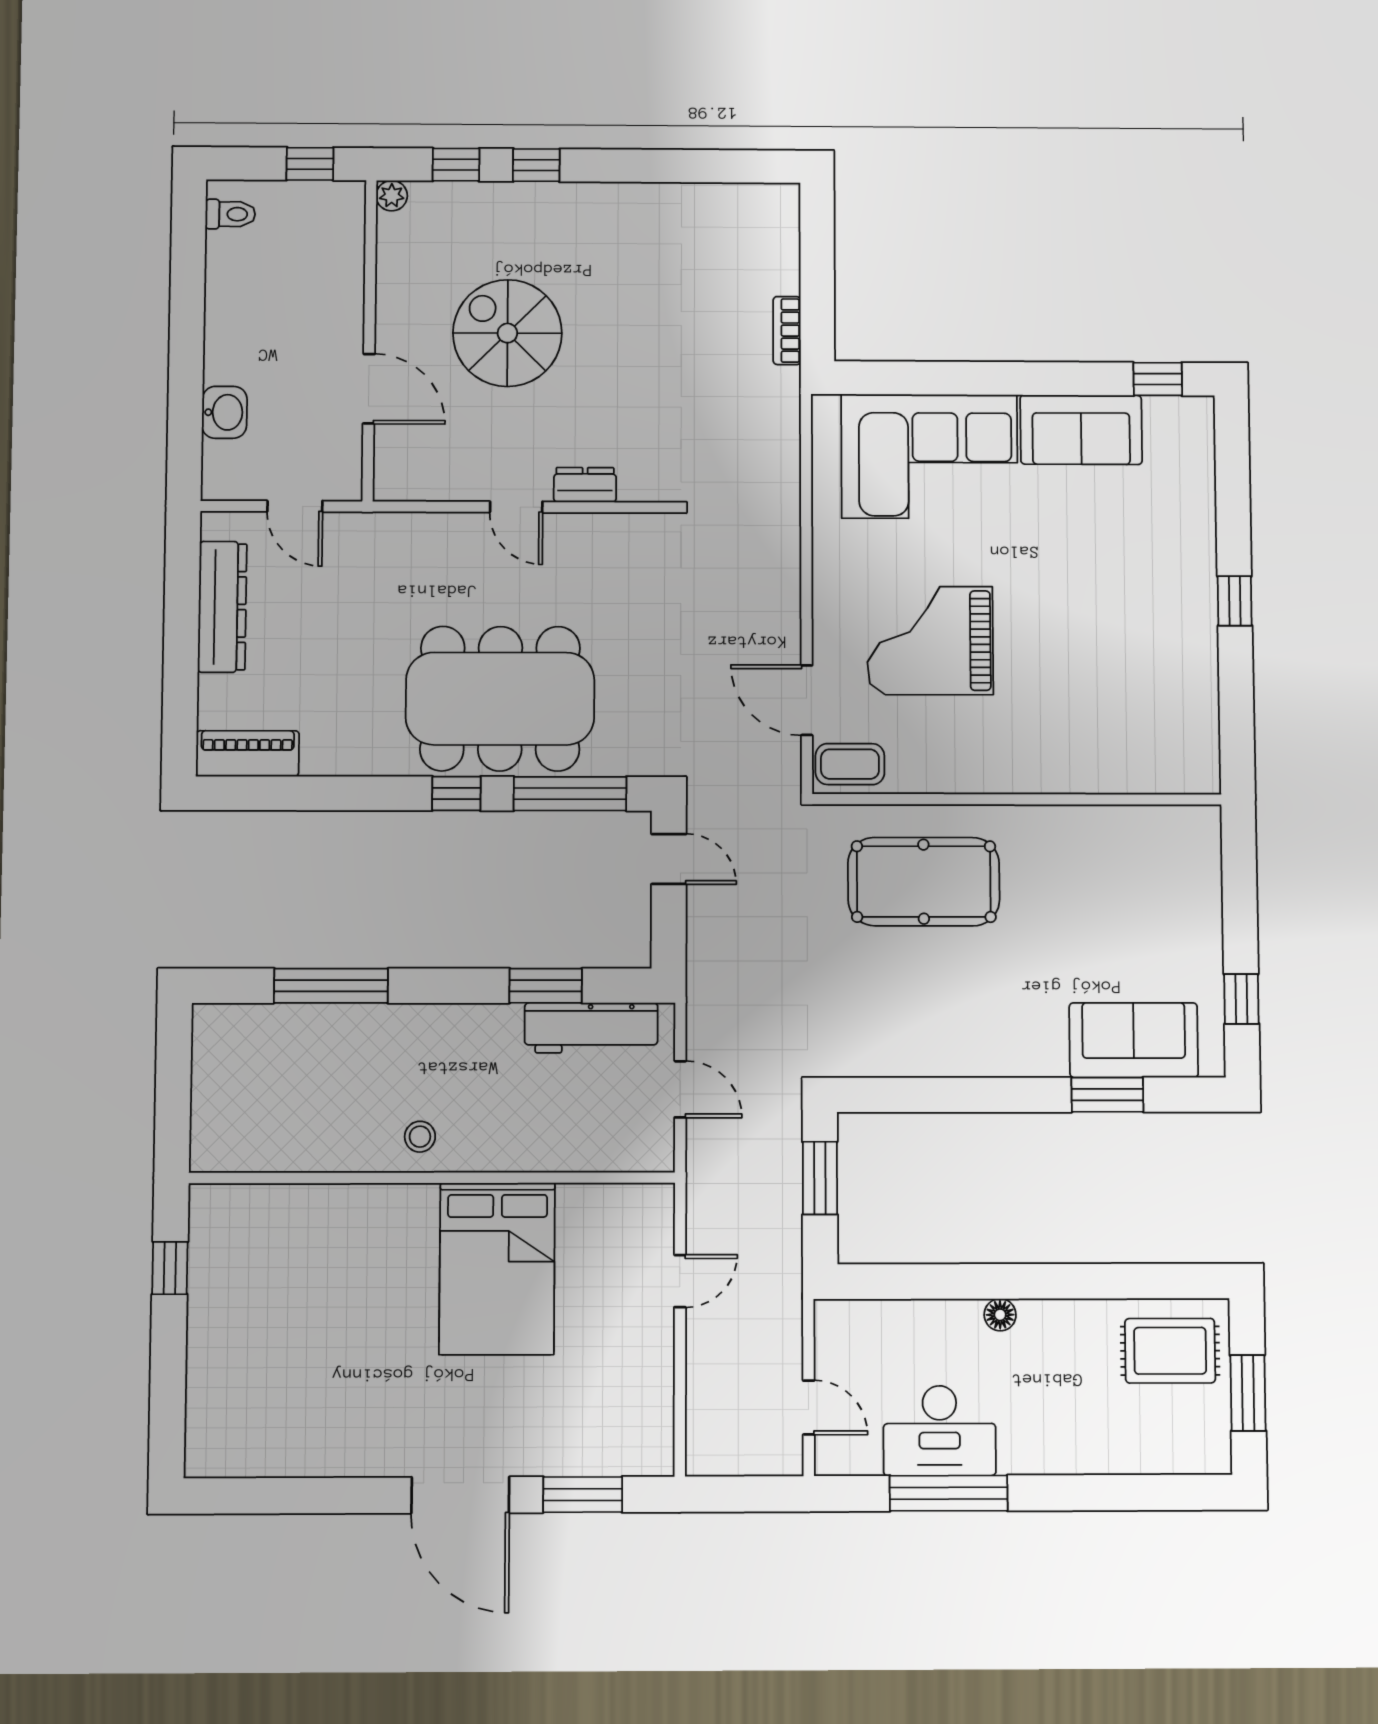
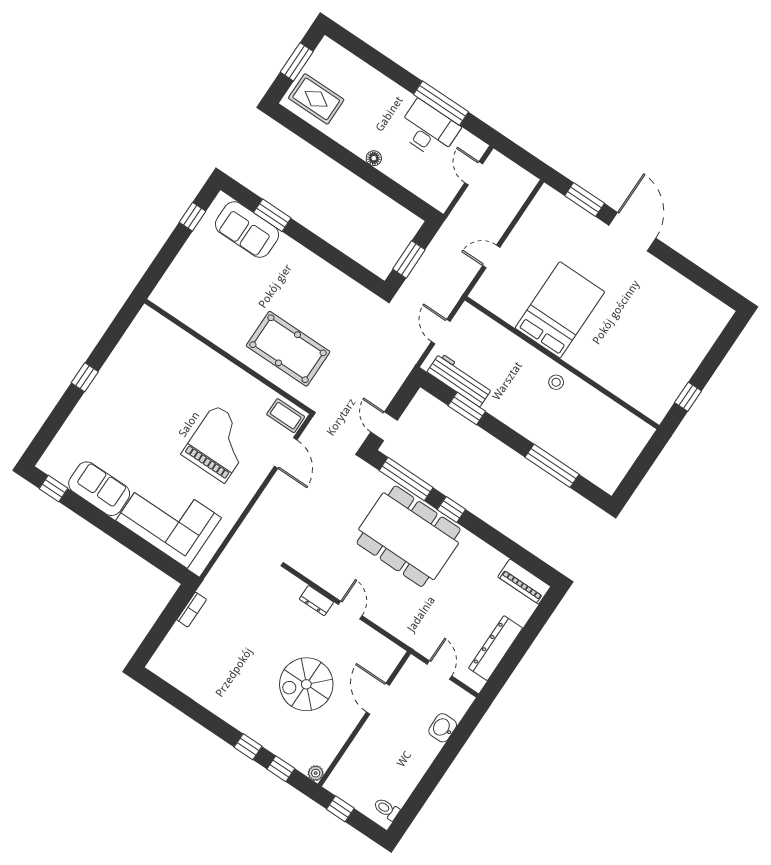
spiral stairs: (507, 333) -> (306, 684), turned 90
grand piano: (930, 641) -> (219, 444), turned -90

